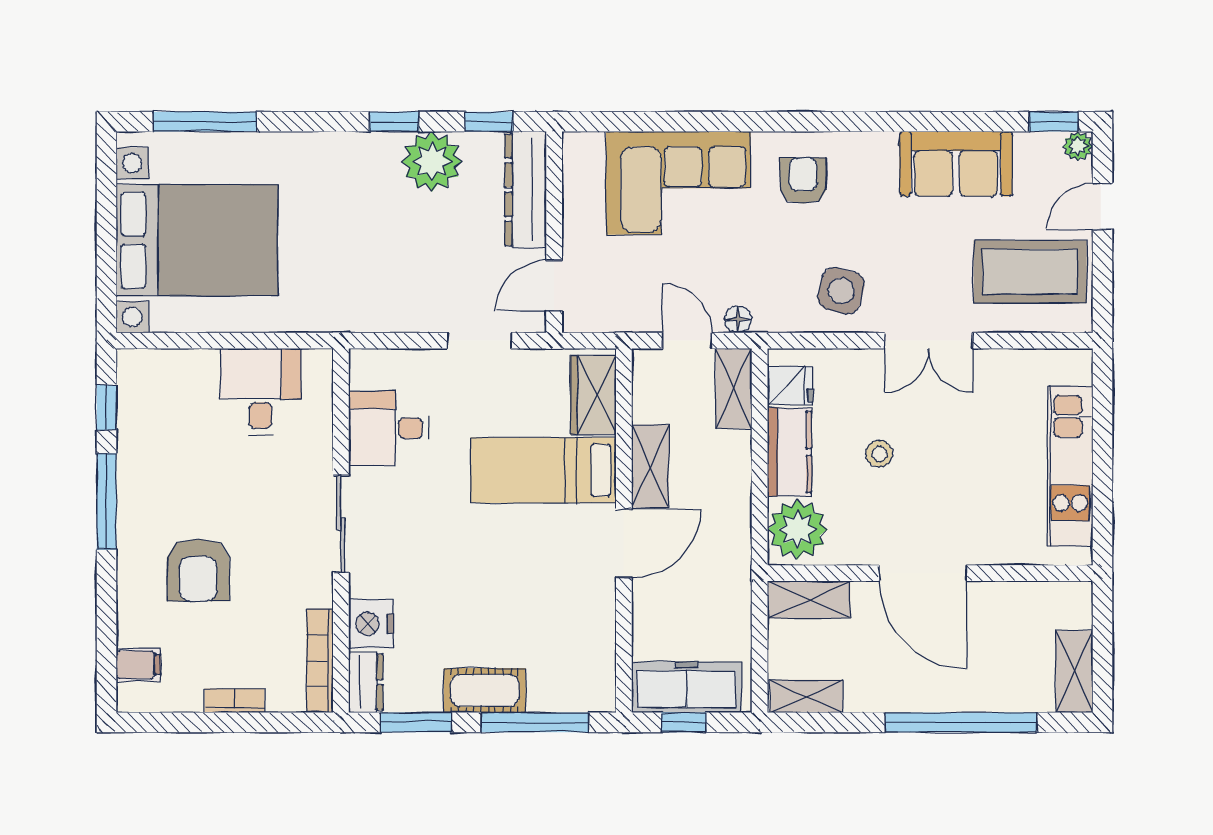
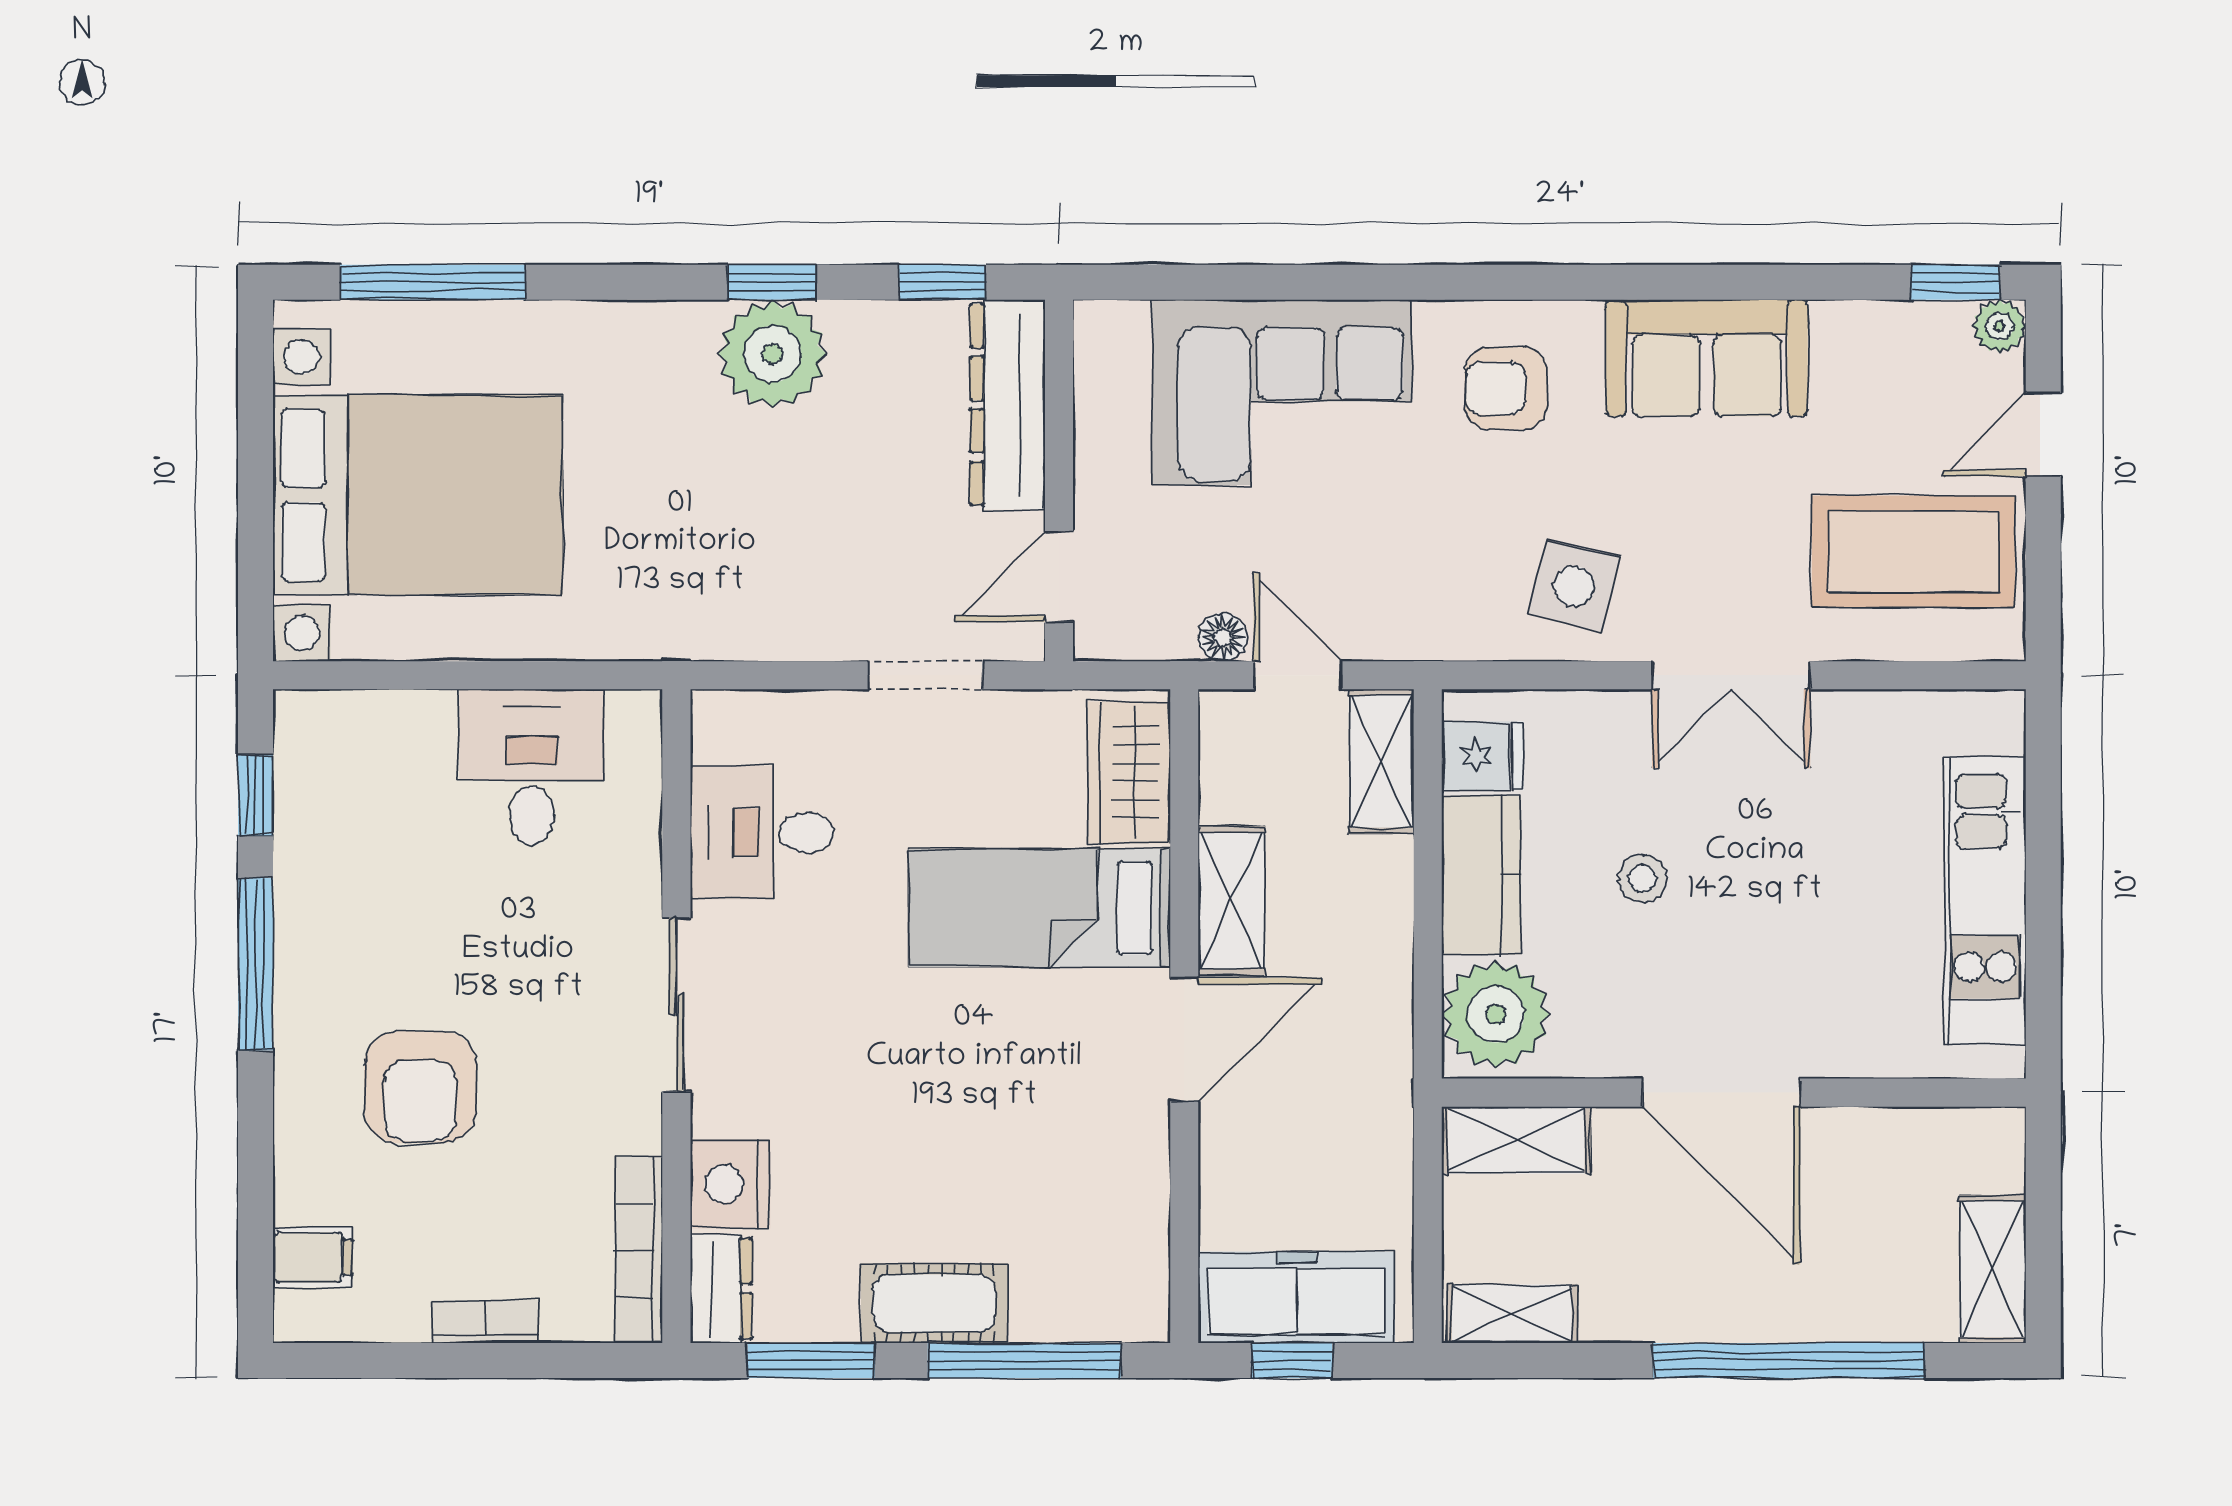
plant: (432, 162) -> (772, 354), moved
sofa: (956, 164) -> (1707, 358), moved
armchair: (803, 181) -> (1506, 388), turned -90
floor lamp: (738, 319) -> (1223, 637), moved

